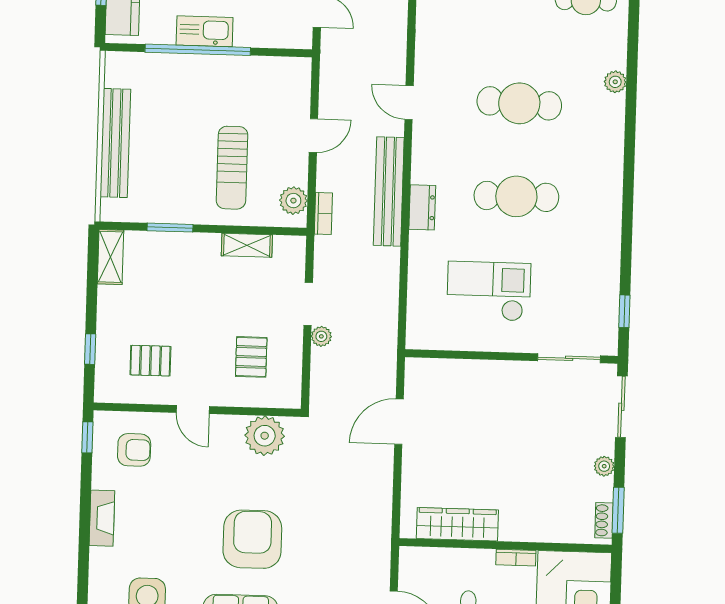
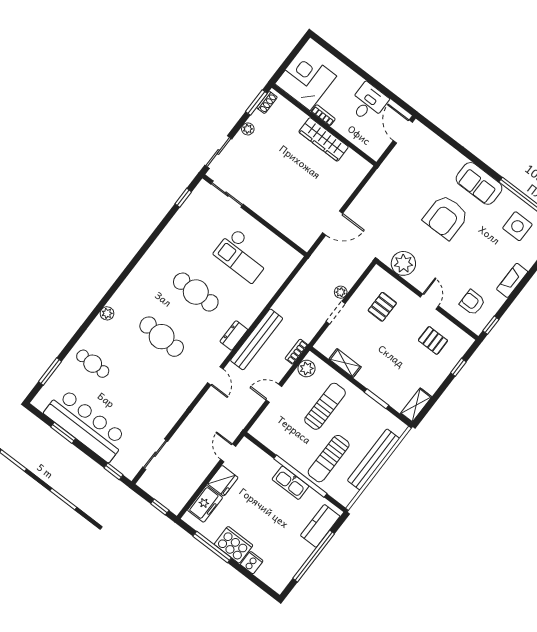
sun lounger: (177, 101) -> (329, 459), added
dresser: (422, 207) -> (234, 335), moved
wardrobe: (457, 524) -> (324, 139), moved

